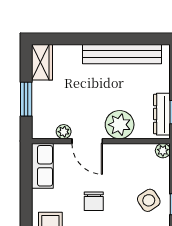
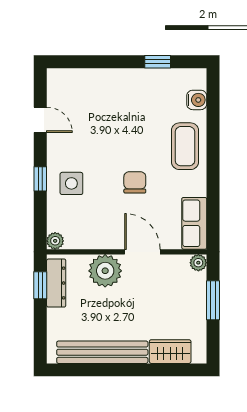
wardrobe: (42, 62) -> (170, 352), moved, turned 90
plant: (64, 132) -> (198, 263), moved
side table: (149, 200) -> (71, 183), turned 34

